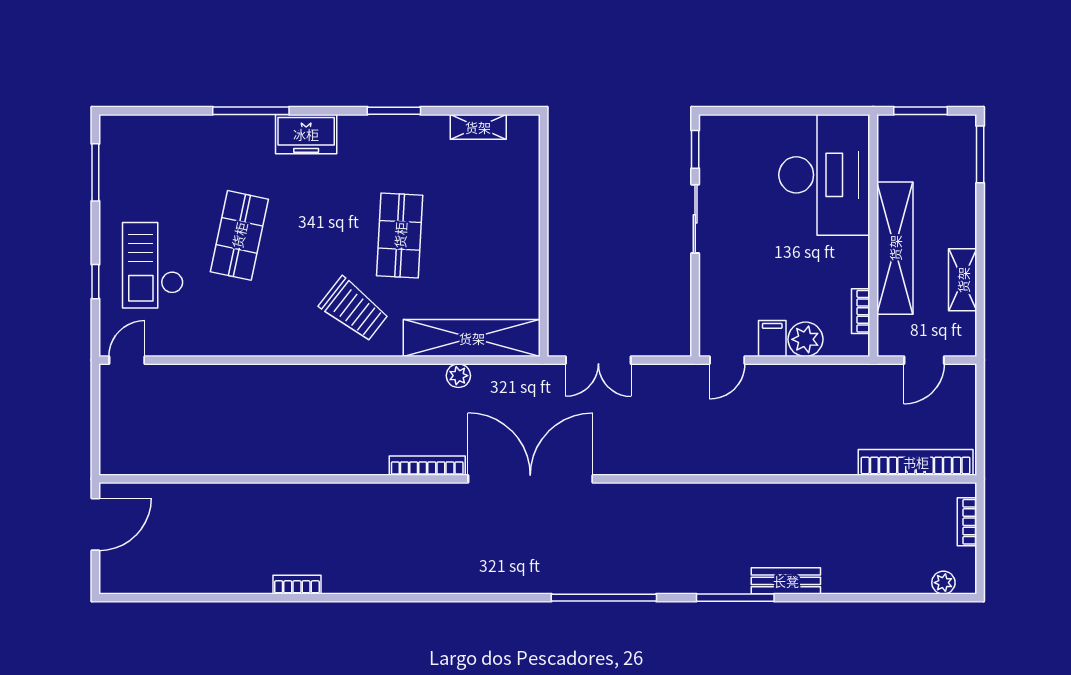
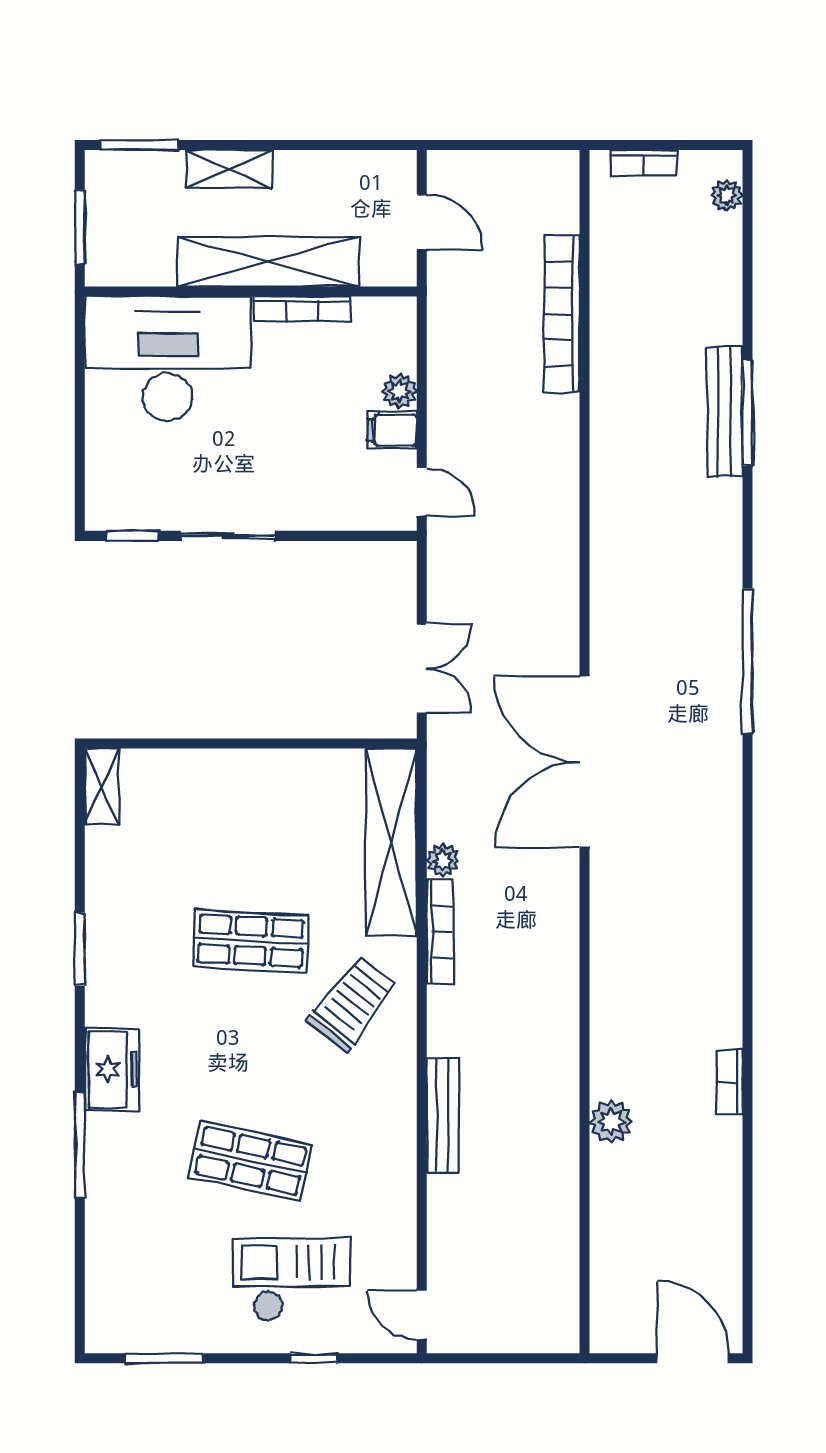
shelving: (478, 127) -> (102, 787), moved
checkout: (153, 265) -> (291, 1279), turned 180
shelving: (963, 280) -> (230, 169), moved
bookcase: (861, 311) -> (302, 309), moved, width x1.56
plant: (805, 339) -> (400, 391), width x0.73, depth x0.73
bench: (273, 375) -> (443, 1115), added
bookcase: (916, 462) -> (562, 314), moved
bookcase: (427, 466) -> (440, 932), moved, turned 180
plant: (268, 498) -> (611, 1122), added
door: (95, 524) -> (693, 1358), moved
bench: (786, 581) -> (725, 412), width x1.36
window: (735, 598) -> (747, 413), moved

